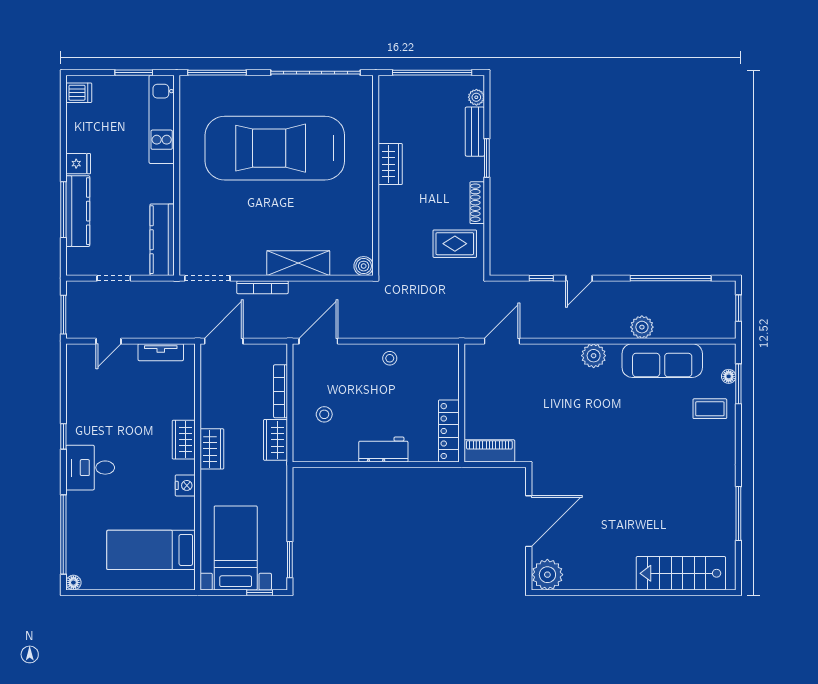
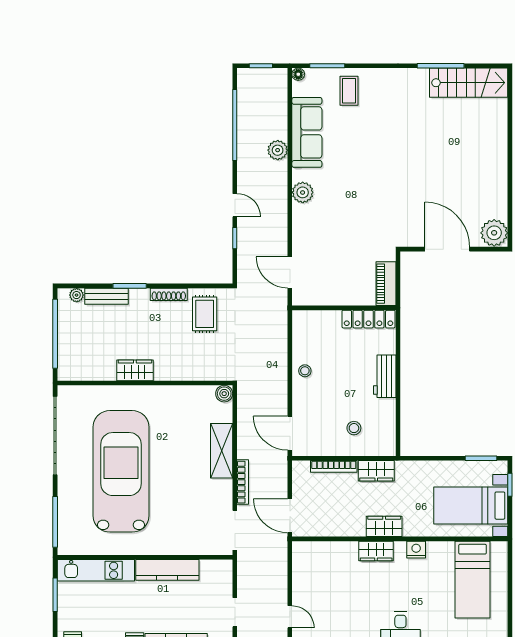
car: (275, 148) -> (121, 471), turned 180
kitchen counter: (162, 240) -> (167, 570), moved
tv unit: (161, 352) -> (300, 571), removed
floor lamp: (729, 376) -> (298, 74), moved
stairs: (681, 573) -> (469, 83), moved, turned -90

